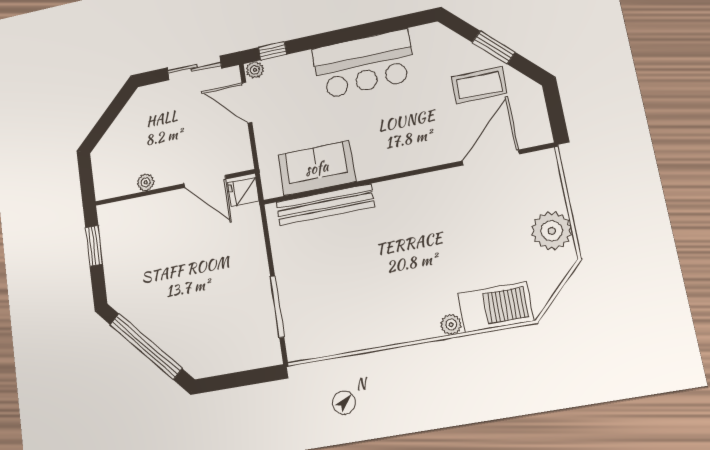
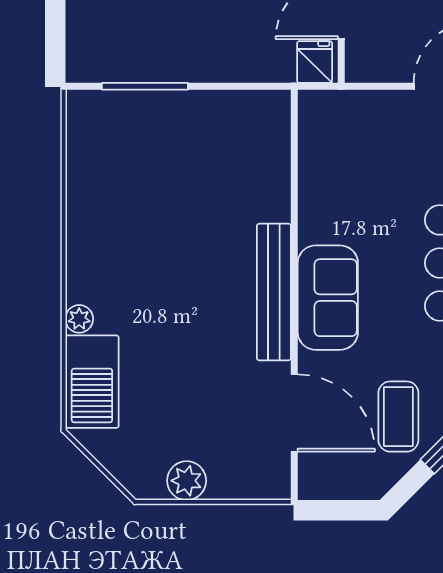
sofa: (317, 168) -> (328, 298), moved
bench: (325, 205) -> (274, 292), moved
plant: (552, 231) -> (187, 481), width x0.73, depth x0.73

